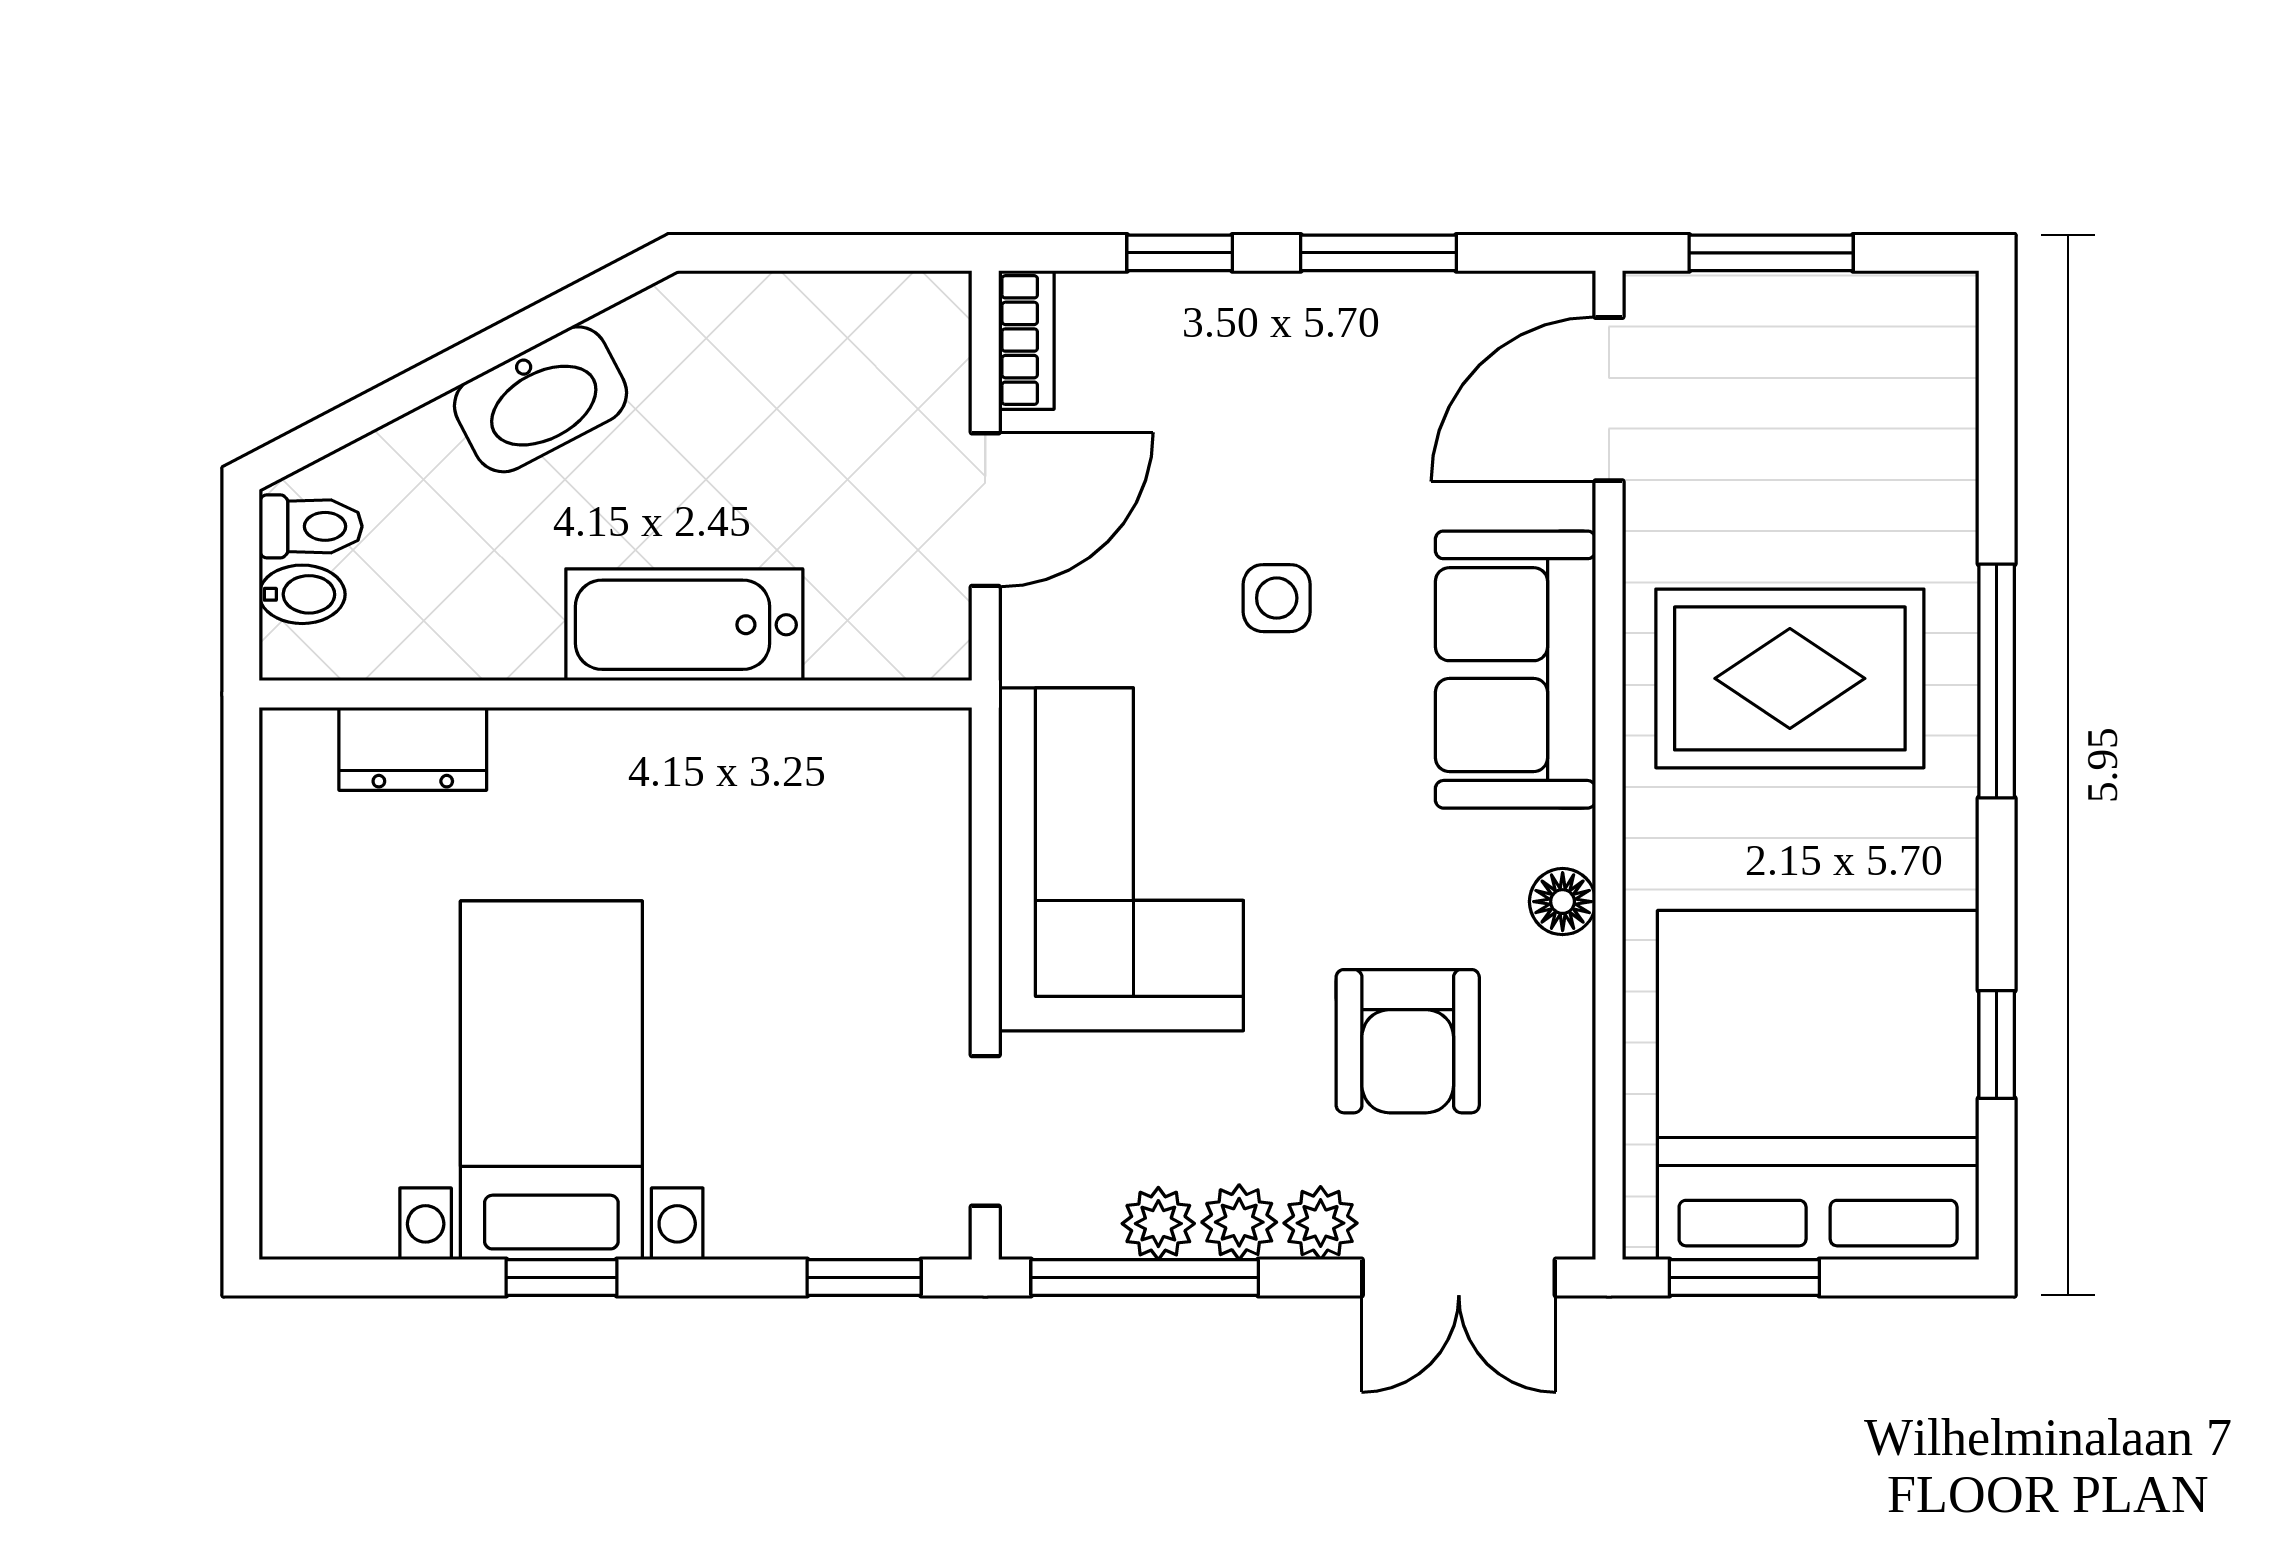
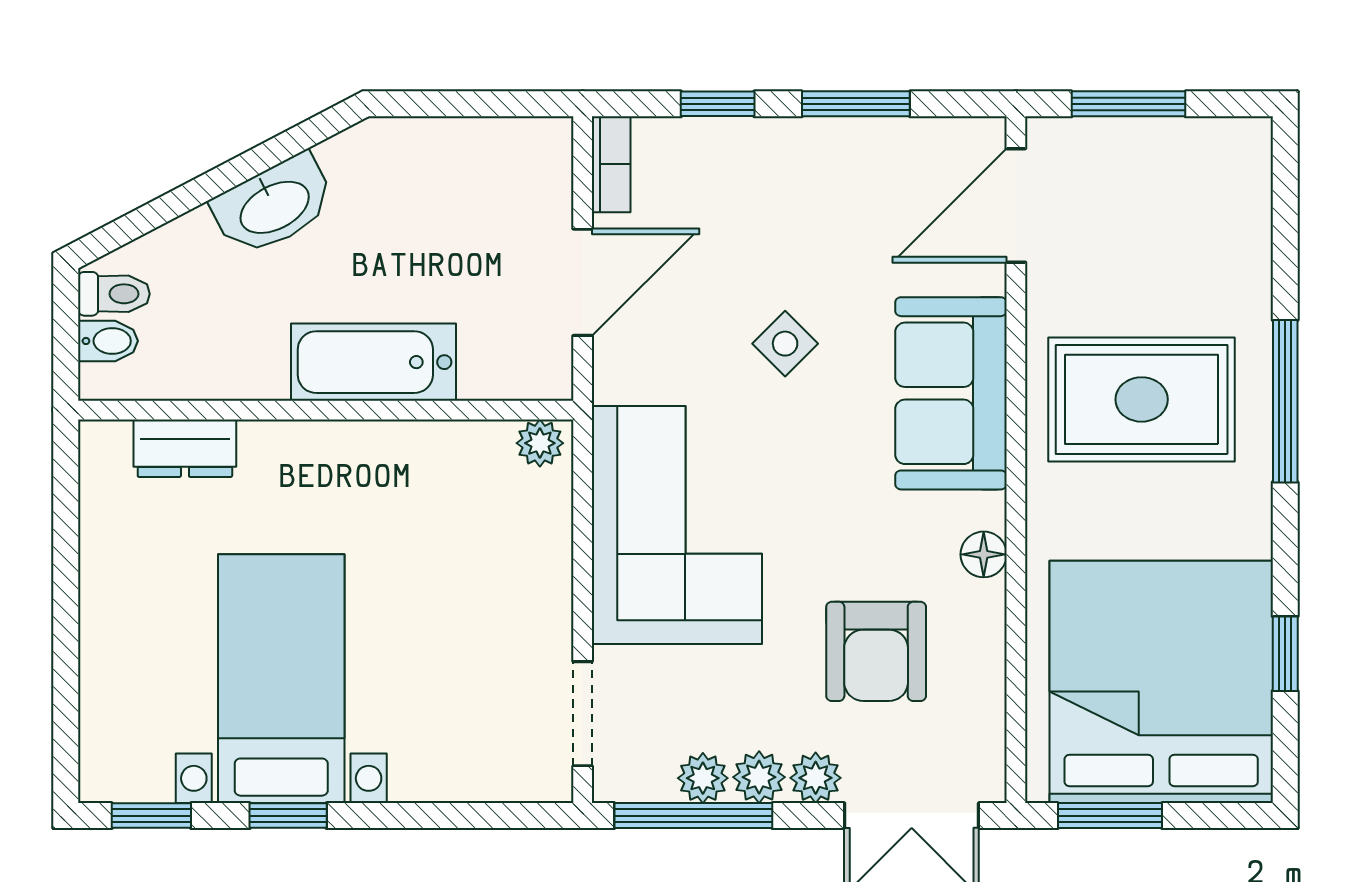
side table: (1277, 598) -> (785, 344), turned 45
plant: (924, 741) -> (540, 443), added
window: (864, 1278) -> (151, 816), moved

